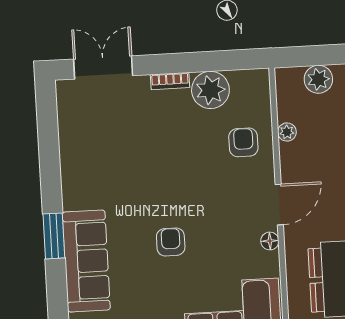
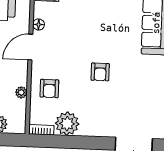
bookcase: (170, 81) -> (41, 130), moved
armchair: (171, 242) -> (100, 72), moved

